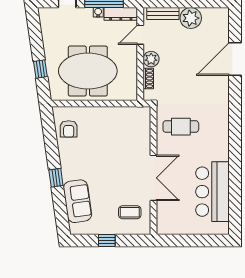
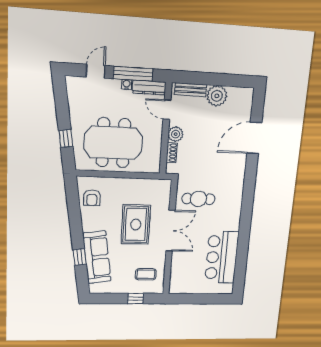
door: (140, 35) -> (167, 110), hinge flipped
rug: (116, 156) -> (136, 224), added
window: (56, 178) -> (80, 257), moved
double door: (153, 178) -> (171, 231), moved
sofa: (77, 201) -> (97, 257), width x1.36
window: (107, 241) -> (136, 299), moved

